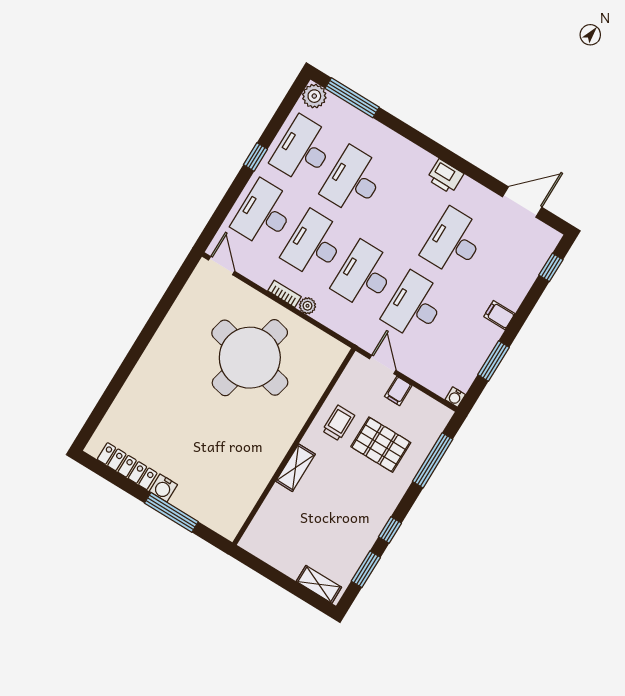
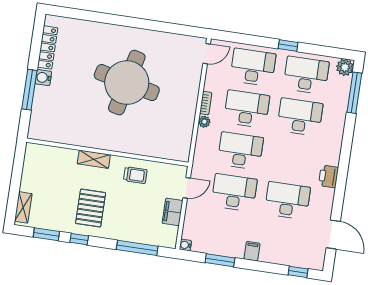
round table: (250, 358) -> (127, 83), moved
filing cabinet: (398, 391) -> (172, 212), width x2.00
pallet: (381, 445) -> (91, 208), moved

